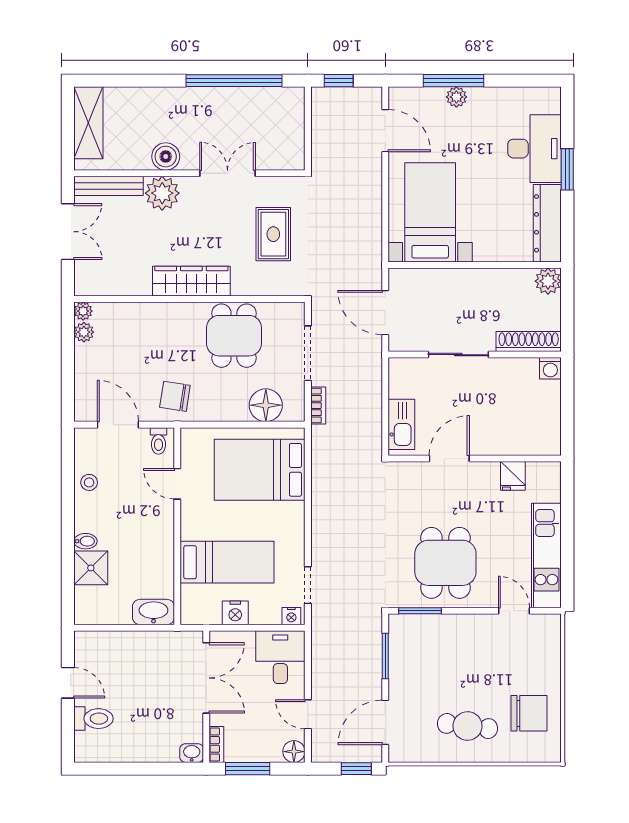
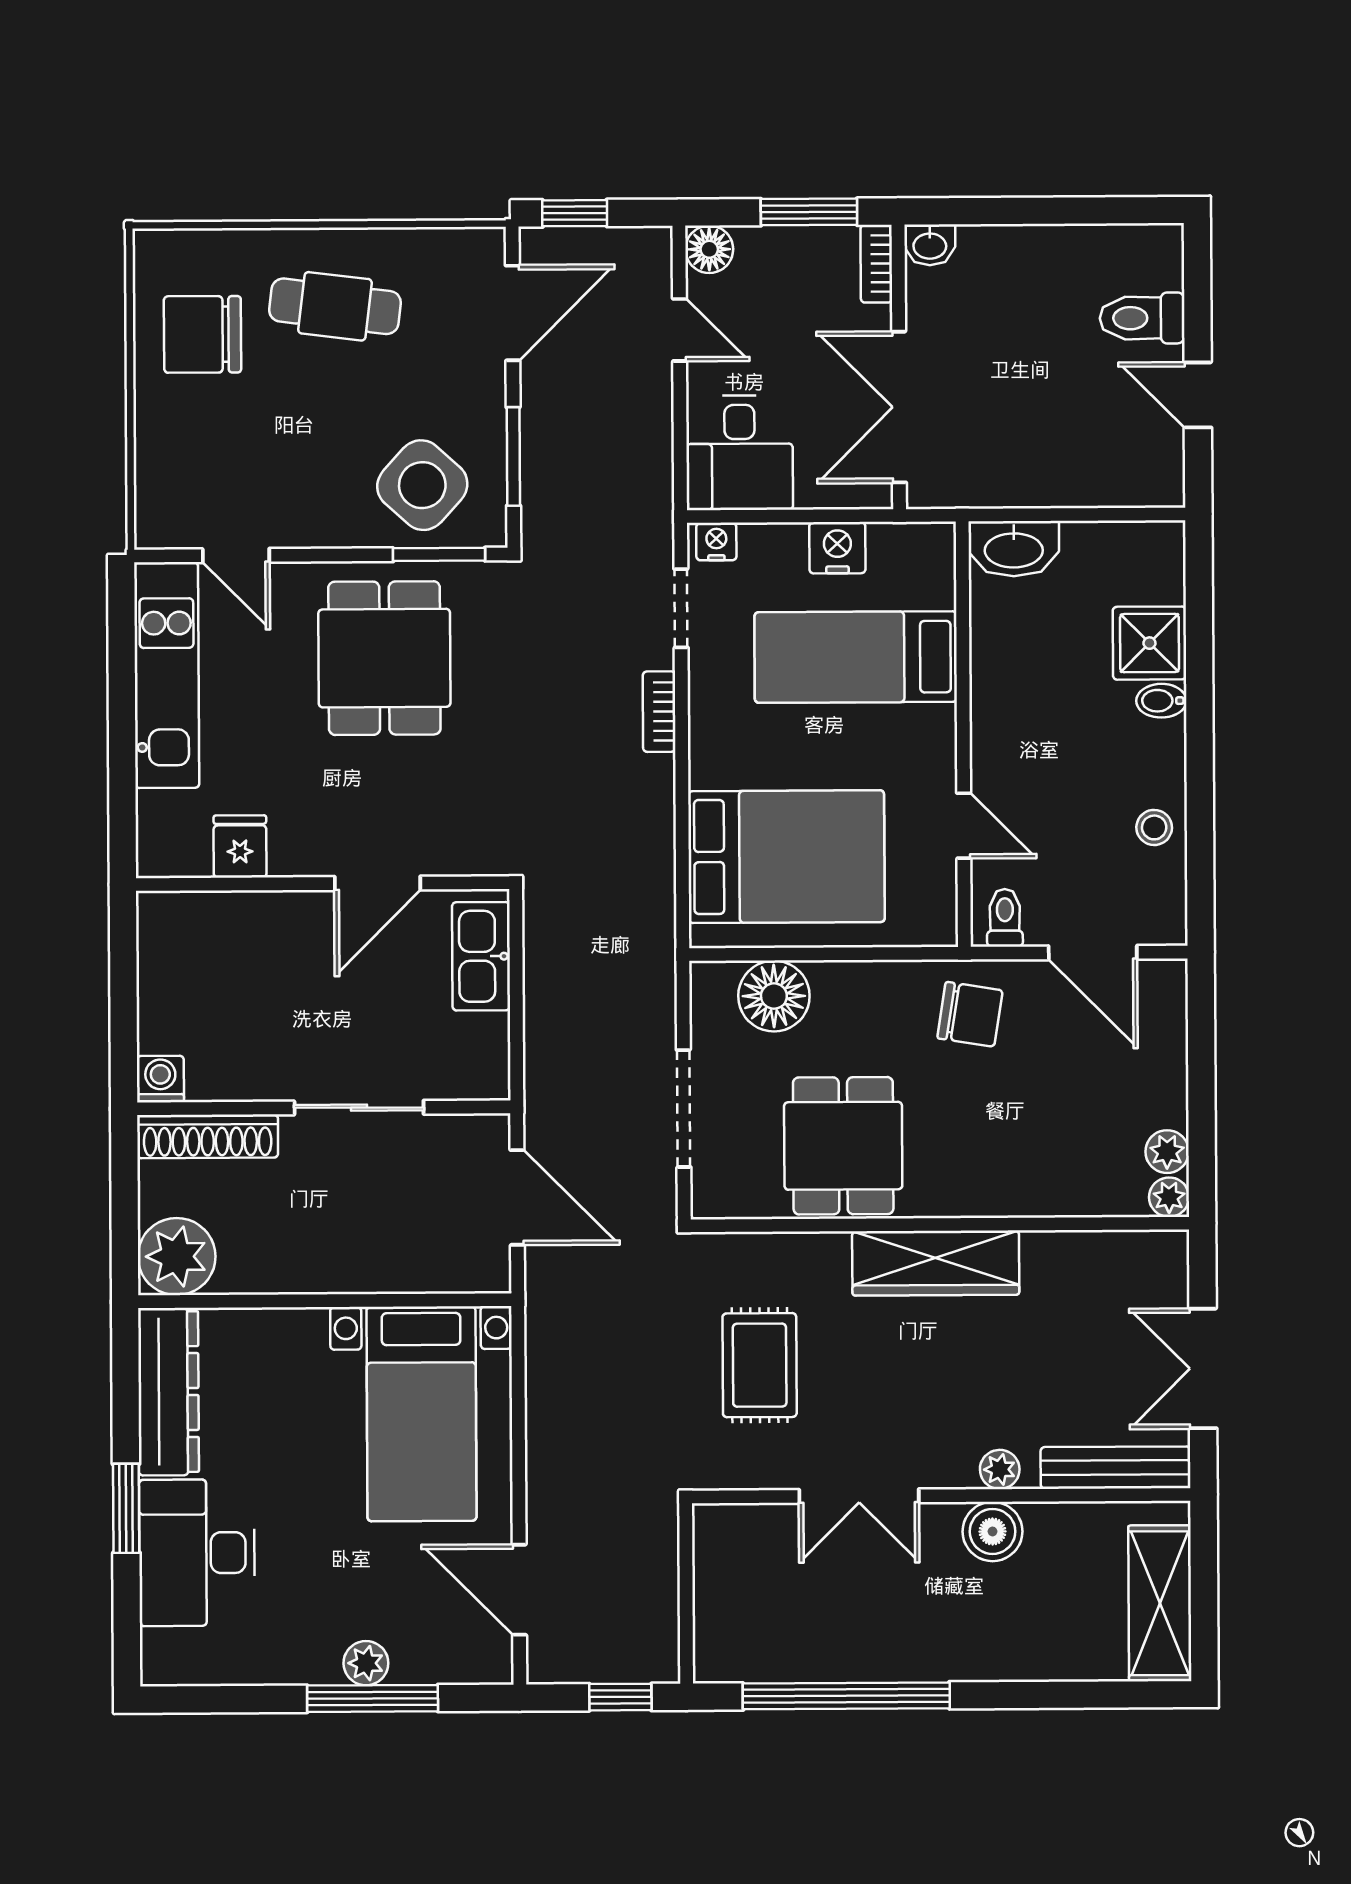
plant: (162, 193) -> (1000, 1469), width x0.53, depth x0.53
plant: (548, 281) -> (177, 1257), width x1.36, depth x1.36
bookcase: (318, 406) -> (659, 712), moved
side table: (427, 643) -> (422, 485), added

